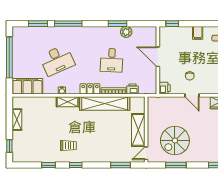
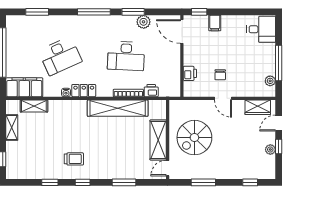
window: (68, 24) -> (94, 12), moved
filing cabinet: (198, 33) -> (215, 23), moved
door: (158, 57) -> (182, 31), moved
desk: (112, 60) -> (126, 56), width x1.37
printer: (165, 88) -> (190, 73), moved
locker: (90, 89) -> (84, 91), moved
shelving: (68, 102) -> (34, 106), moved
spiral stairs: (175, 141) -> (194, 138), moved
window: (120, 165) -> (124, 182), moved

